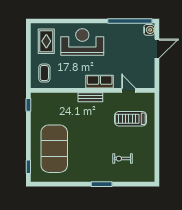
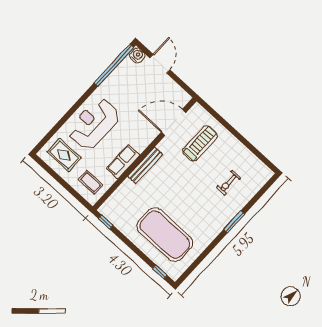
row of seats: (100, 82) -> (123, 162), moved
door: (129, 90) -> (174, 122), width x1.88
bench: (90, 97) -> (145, 165), width x1.36
treadmill: (131, 119) -> (200, 143), turned 180

